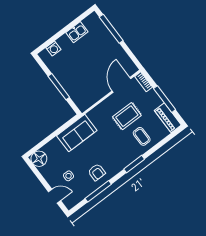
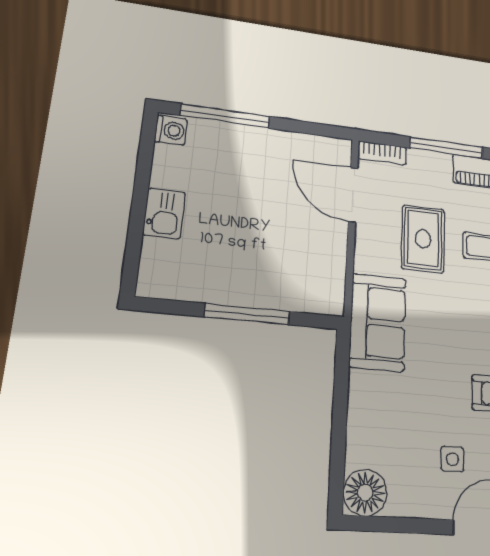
kitchen sink: (77, 32) -> (164, 213), moved
washing machine: (53, 49) -> (171, 130), moved
sofa: (77, 133) -> (378, 322), moved

